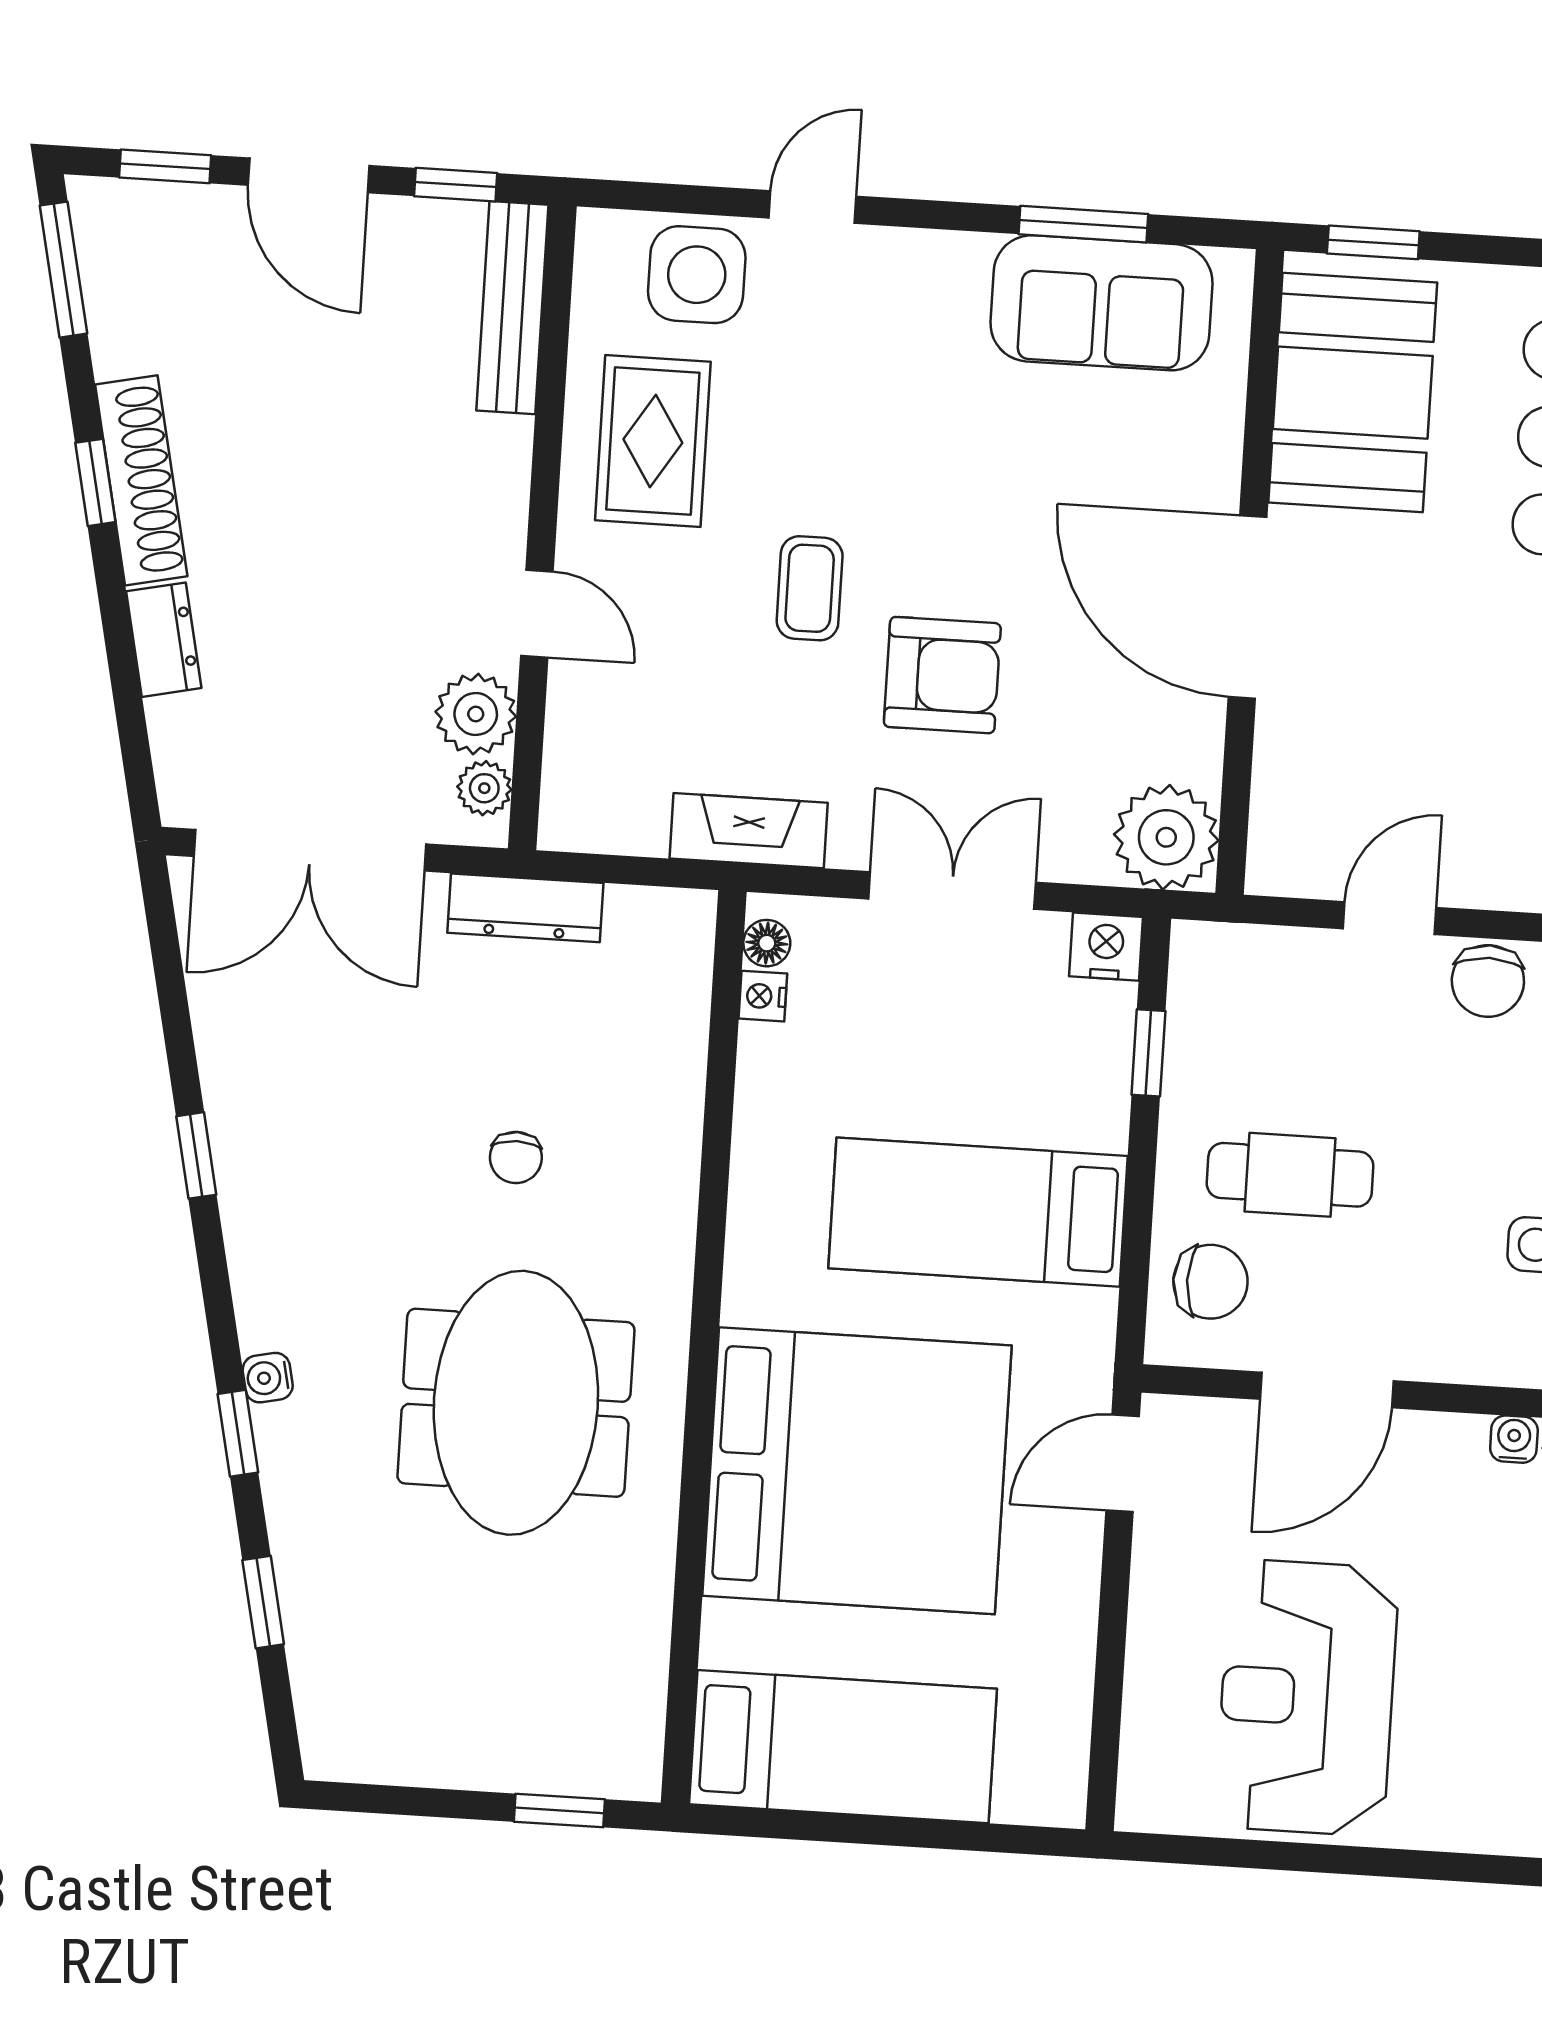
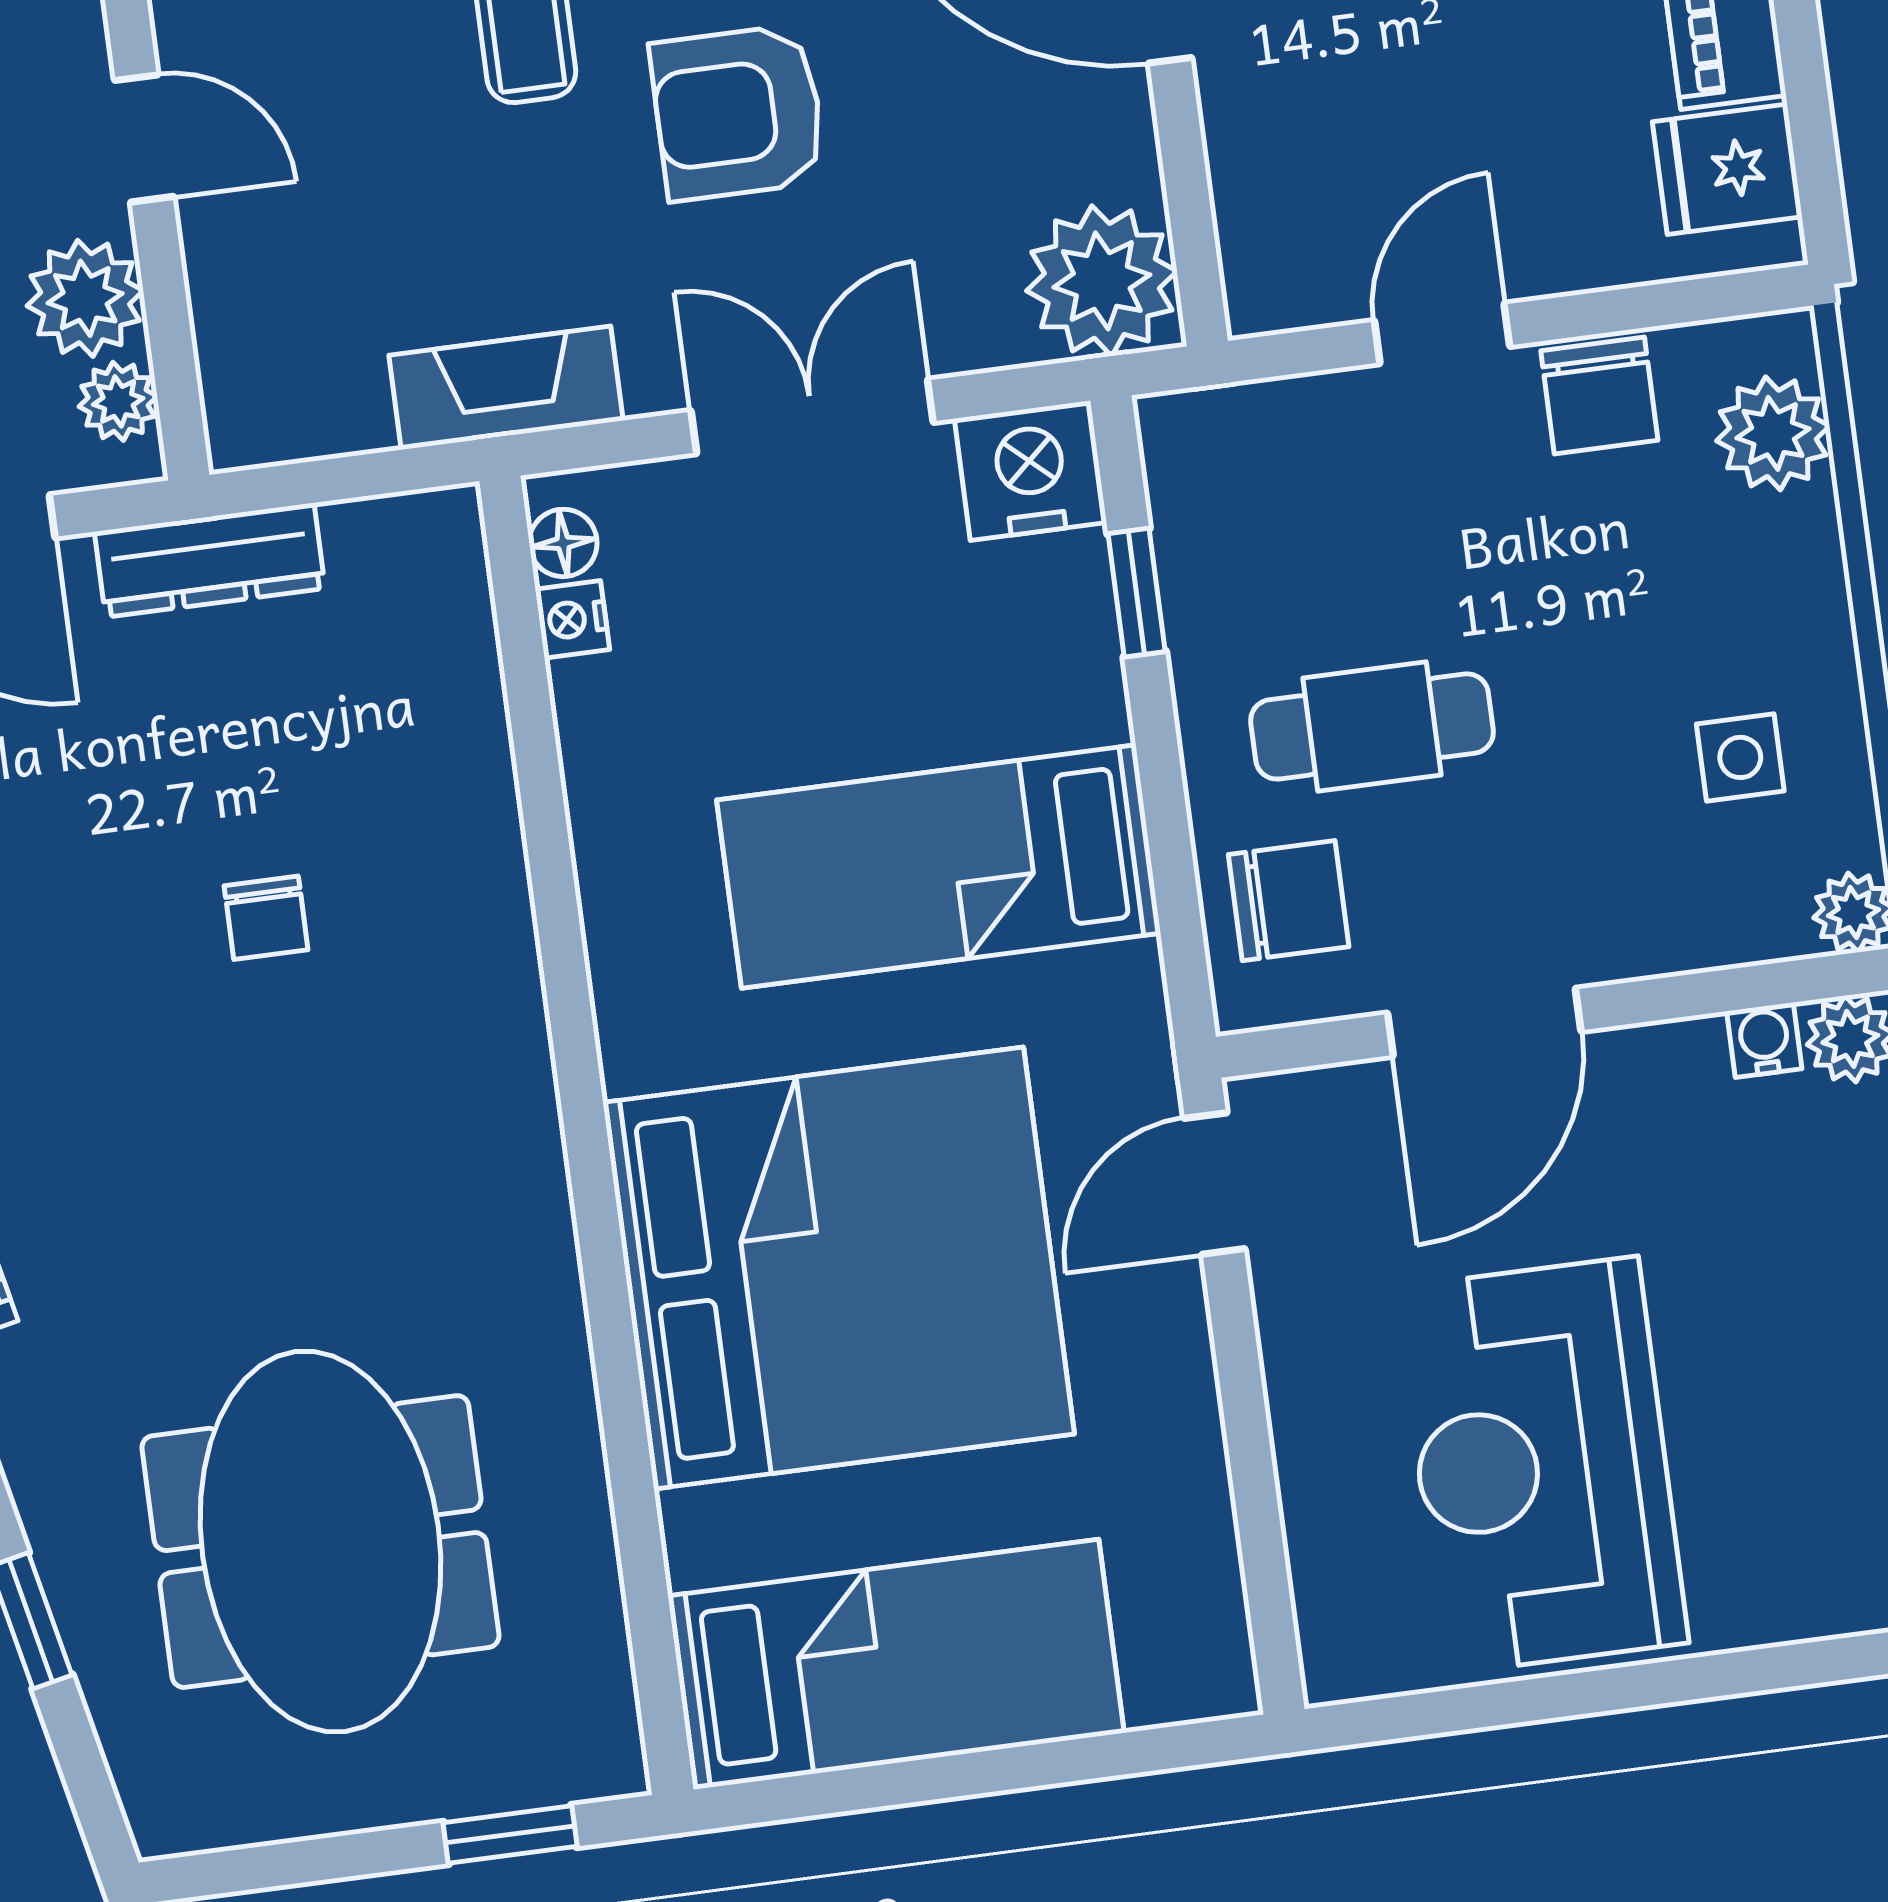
armchair: (942, 675) -> (738, 113), turned 180
nightstand: (1106, 947) -> (1030, 471), width x1.36, depth x1.33
meeting table: (516, 1403) -> (320, 1542), moved

